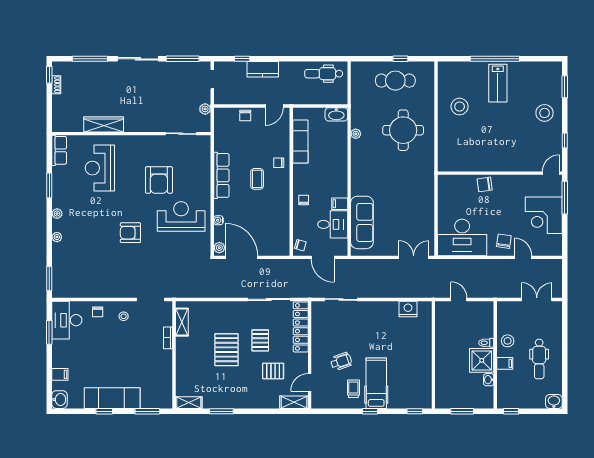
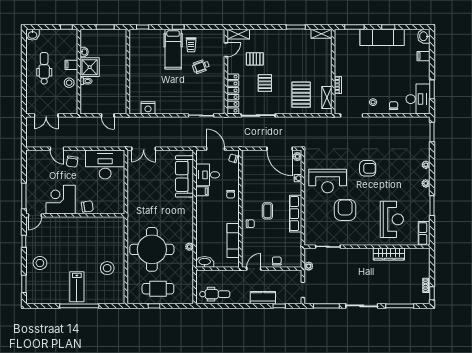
lab bench: (498, 83) -> (77, 287), turned 180
round table: (403, 130) -> (152, 249), width x1.36, depth x1.36
corner desk: (544, 215) -> (61, 200), moved, turned -90
pallet: (226, 350) -> (301, 95), moved

